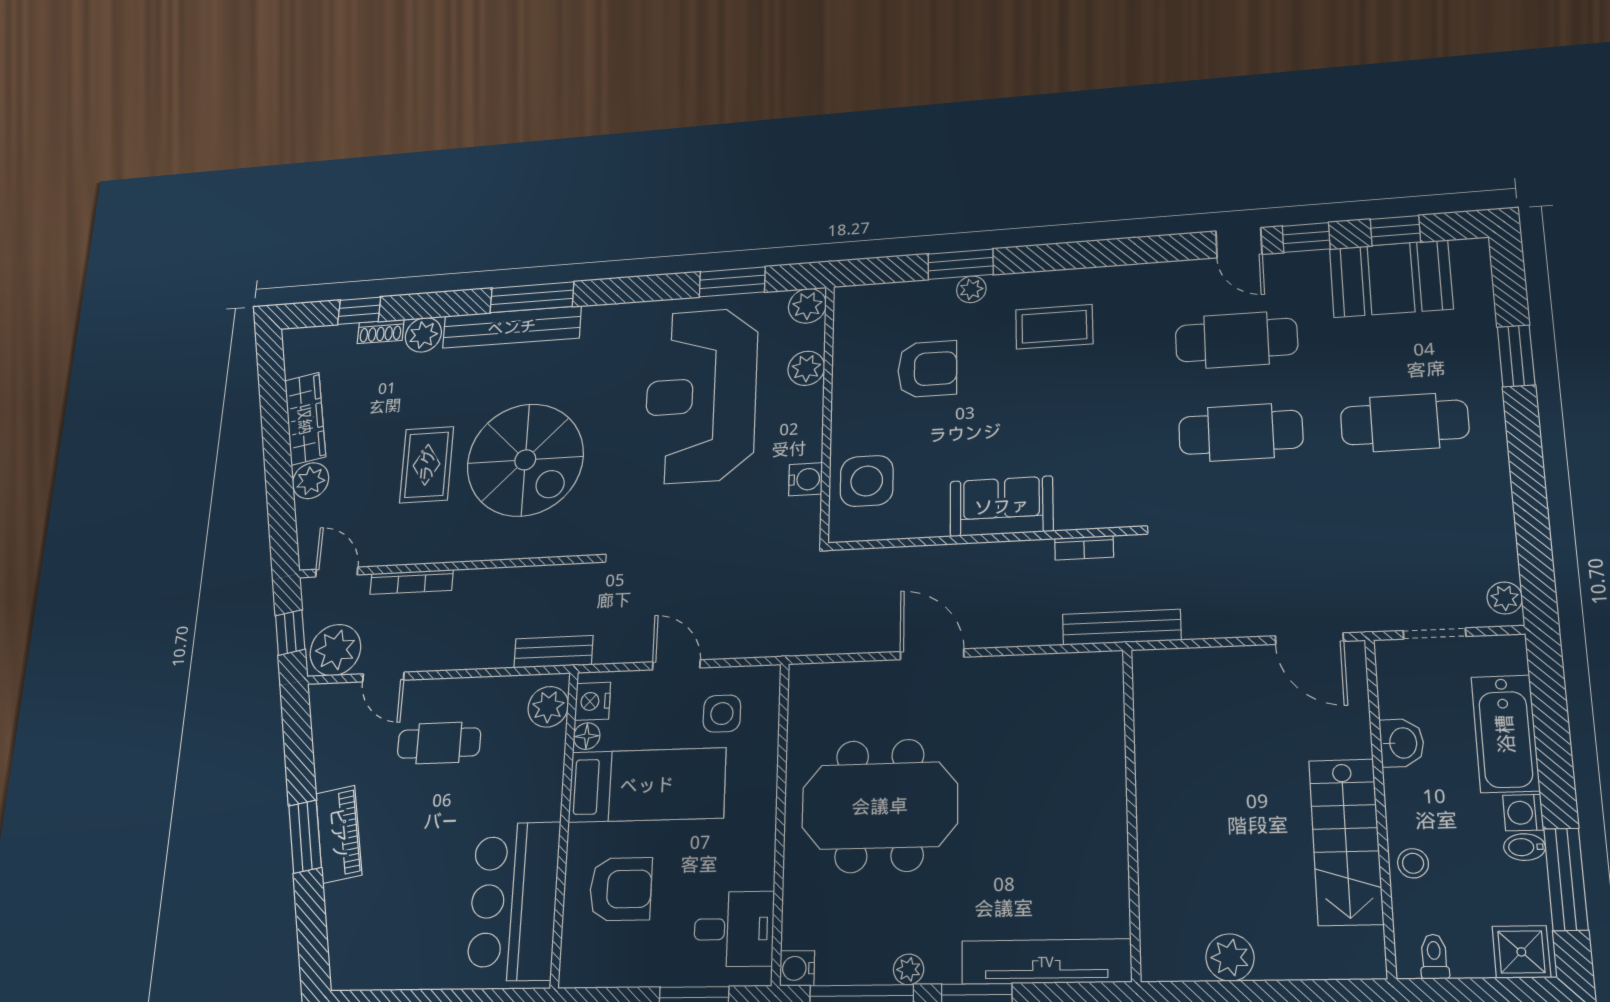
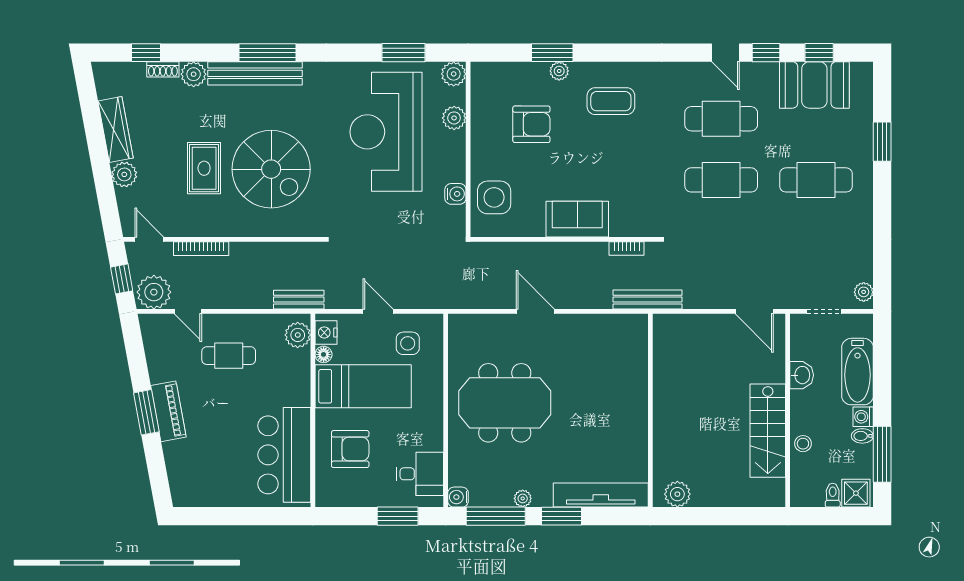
plant: (1230, 957) -> (677, 494), moved
toilet: (1434, 957) -> (833, 495), moved

